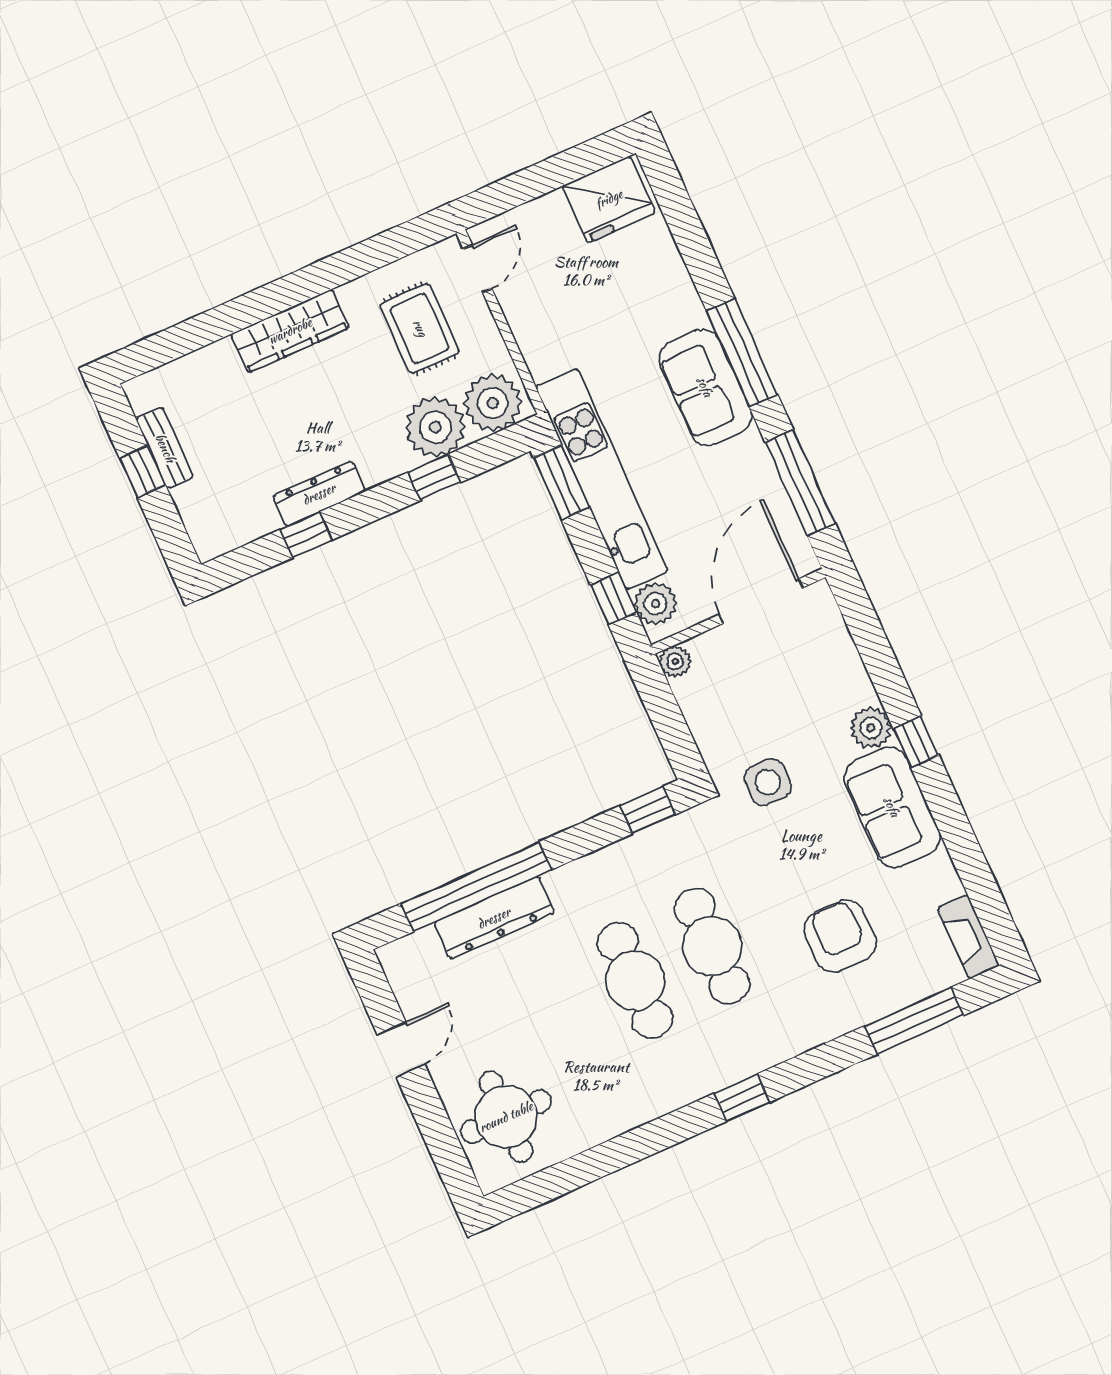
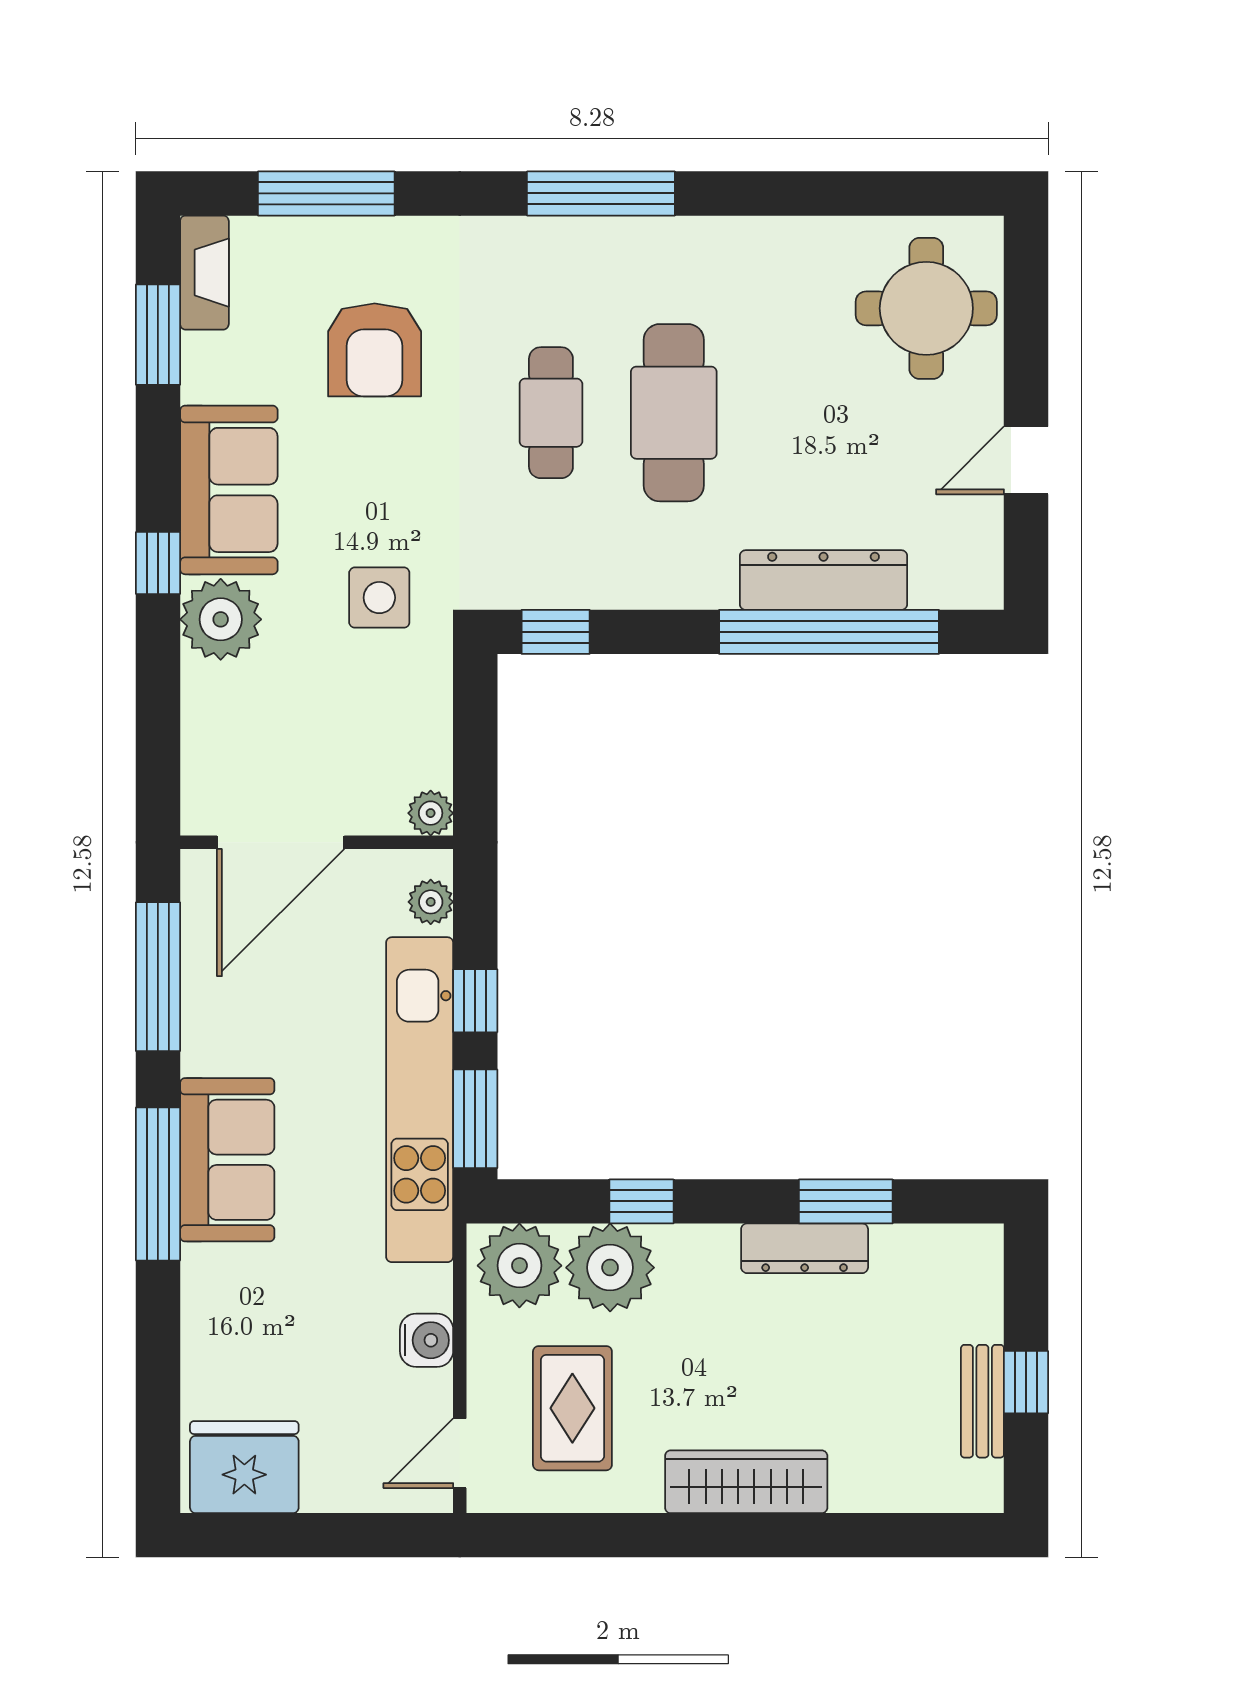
water cooler: (530, 330) -> (427, 1340), added
window: (306, 535) -> (846, 1201), width x1.50
window: (614, 599) -> (475, 1001), moved
plant: (655, 604) -> (431, 902), width x0.73, depth x0.73
plant: (871, 728) -> (221, 619), width x1.36, depth x1.36
window: (980, 885) -> (158, 335), added
cafe table: (712, 946) -> (551, 413), width x0.73, depth x0.74
window: (742, 1098) -> (601, 193), width x2.17

